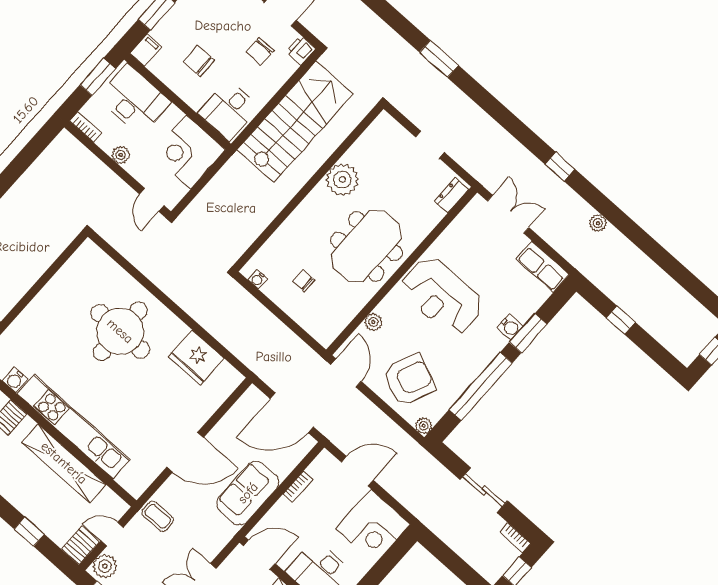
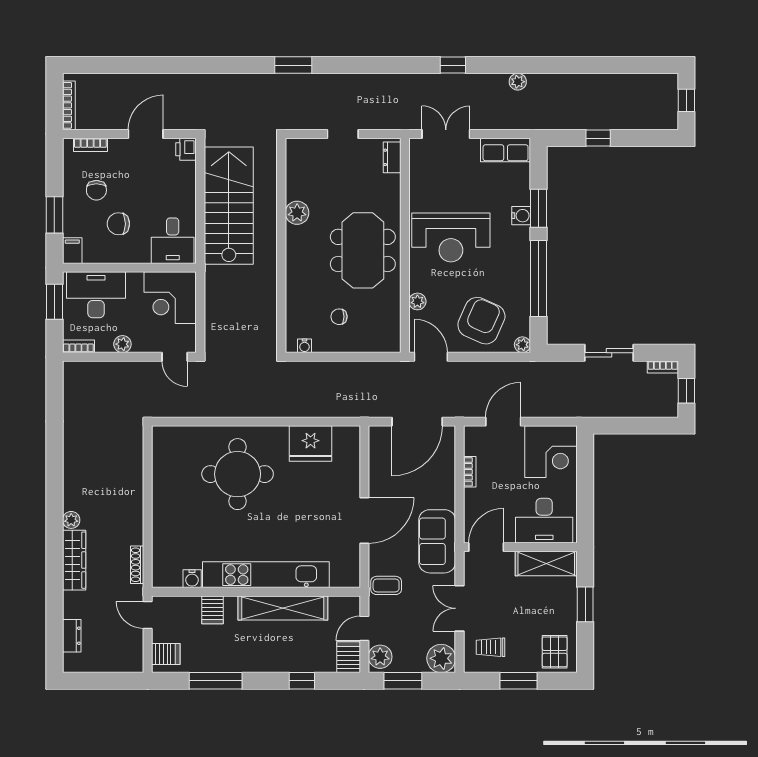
chair: (260, 51) -> (96, 190), moved
plant: (342, 179) -> (297, 213), width x0.73, depth x0.73
sofa: (248, 493) -> (437, 541), moved

